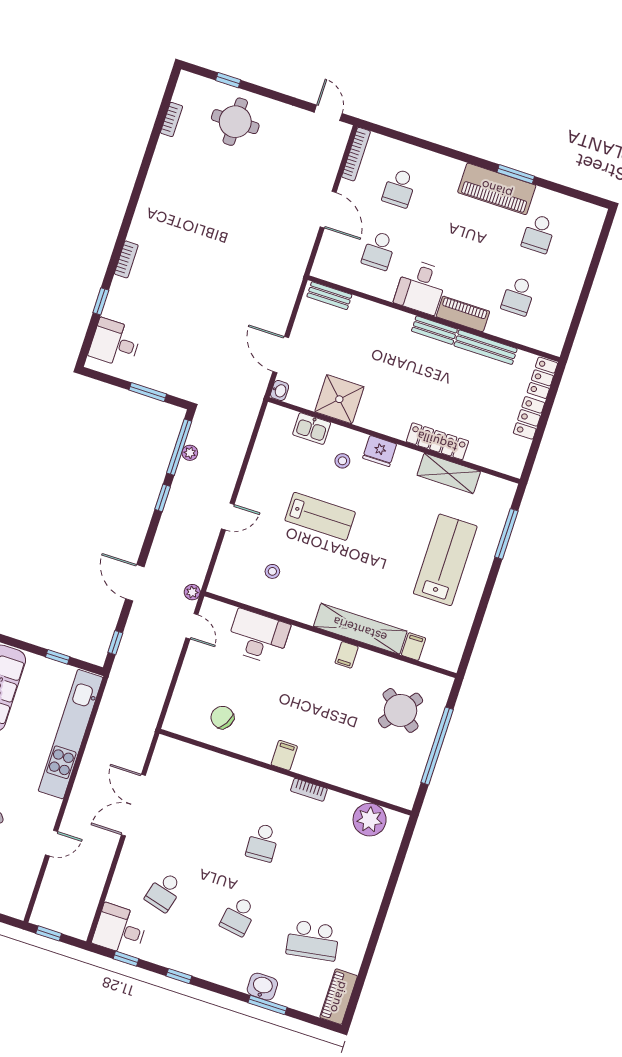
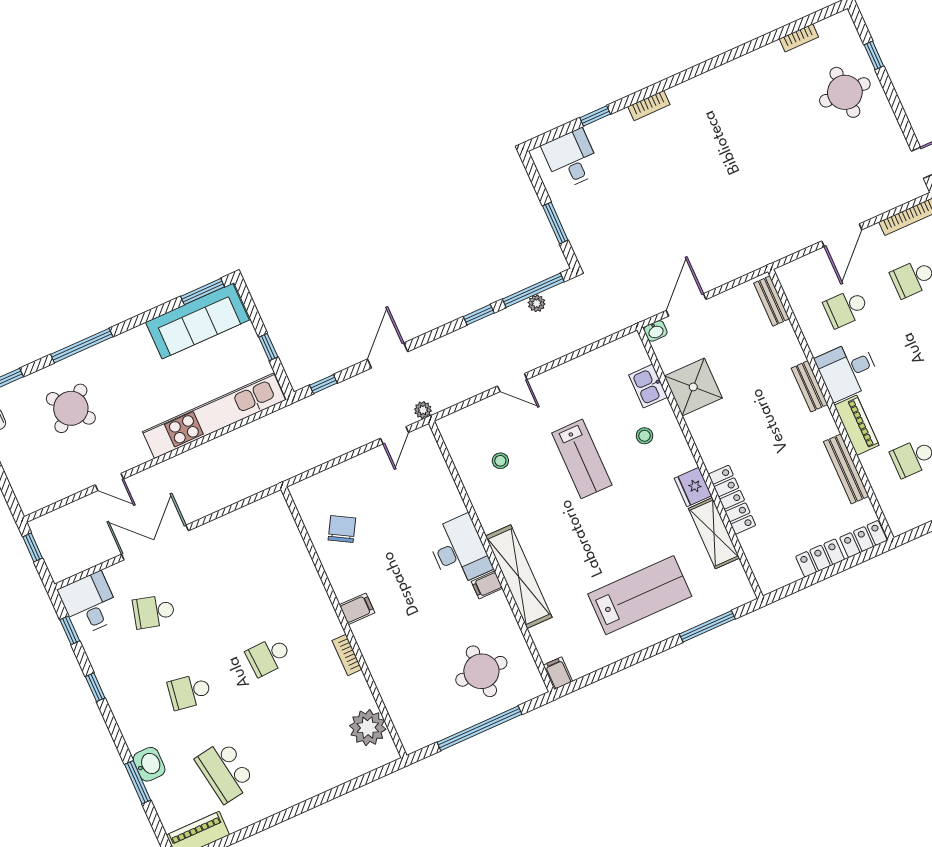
bench: (434, 330) -> (809, 386), moved
fridge: (380, 451) -> (693, 487), moved
desk: (258, 637) -> (459, 551), moved
filing cabinet: (414, 647) -> (558, 673), moved, turned -90
round table: (401, 710) -> (481, 671), turned -37
double door: (133, 805) -> (155, 542), moved

